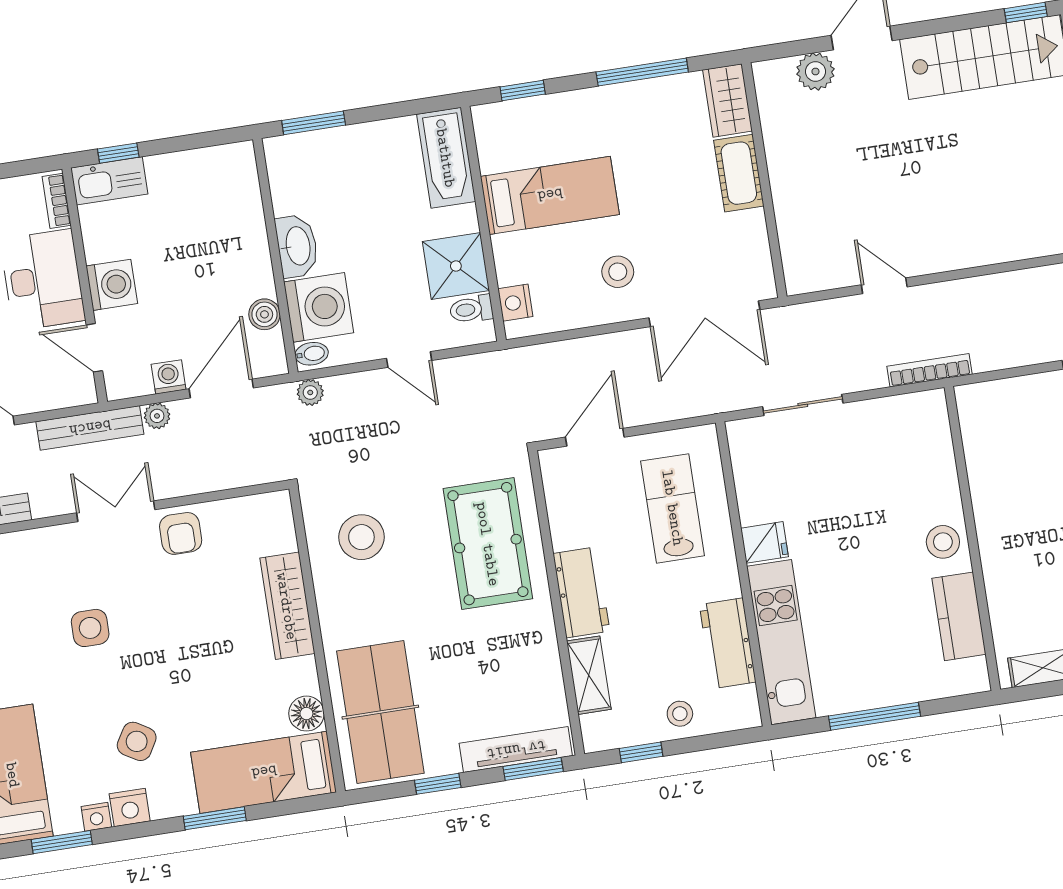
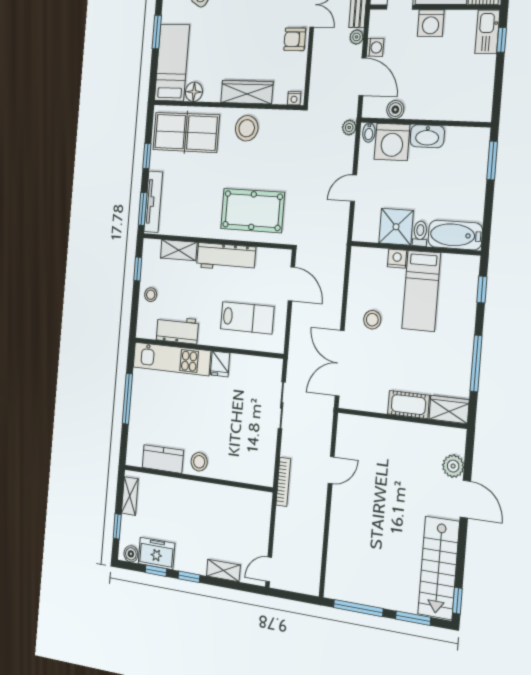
nightstand: (515, 303) -> (397, 259), moved
toilet: (471, 309) -> (420, 234), moved
nightstand: (281, 510) -> (294, 98), added
stool: (361, 537) -> (247, 128), moved
workbench: (581, 592) -> (226, 257), width x1.38

